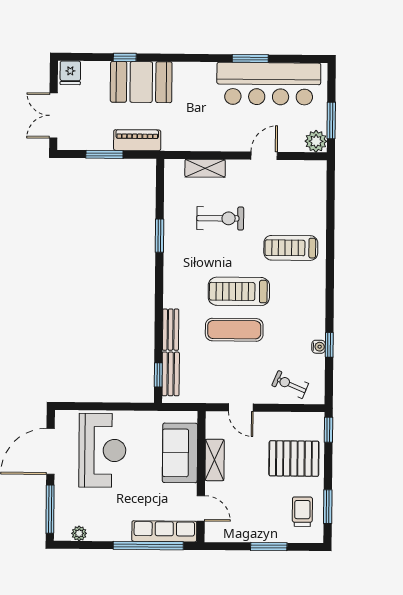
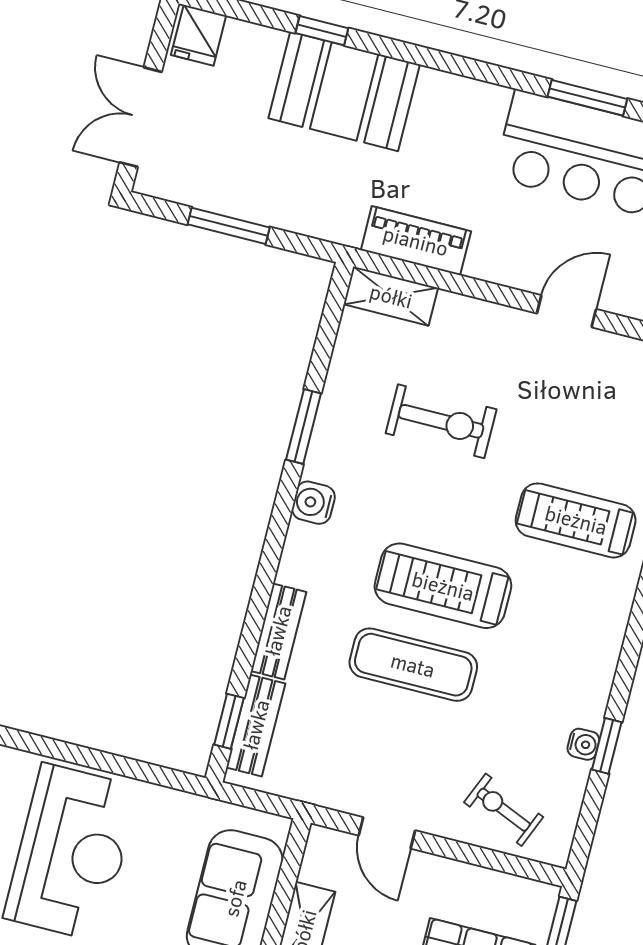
piano: (137, 140) -> (416, 241), moved
shelving: (205, 168) -> (391, 296), moved
water cooler: (172, 268) -> (313, 503), added

